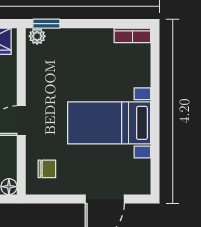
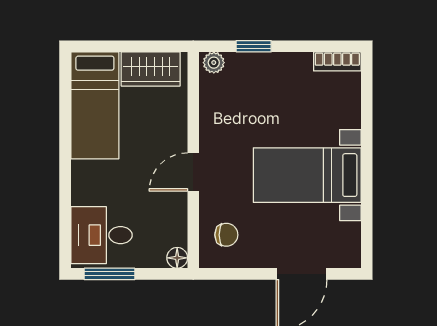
window: (46, 24) -> (254, 46), moved

